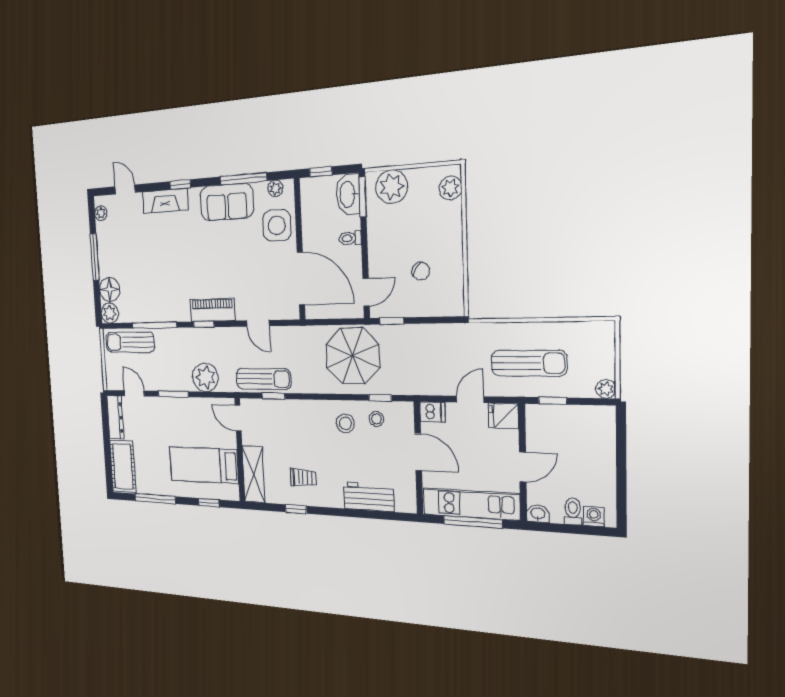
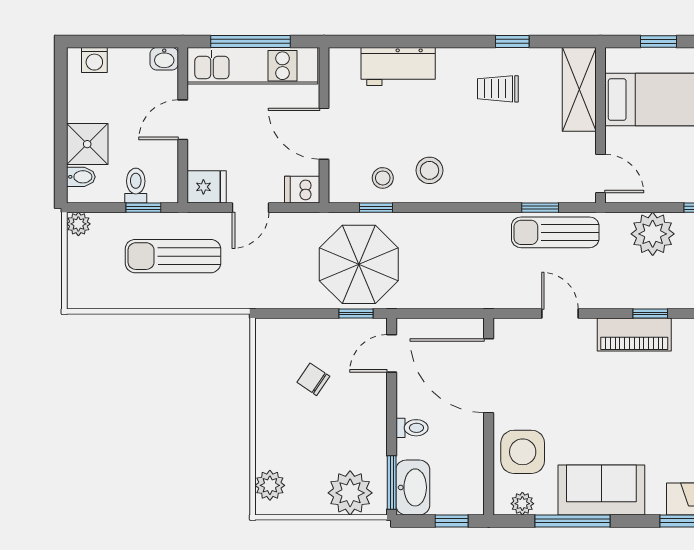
parasol: (353, 356) -> (359, 264), moved
bidet: (604, 426) -> (81, 177), added
shower: (599, 452) -> (87, 144), added
toilet: (573, 511) -> (136, 186), moved, turned 180

